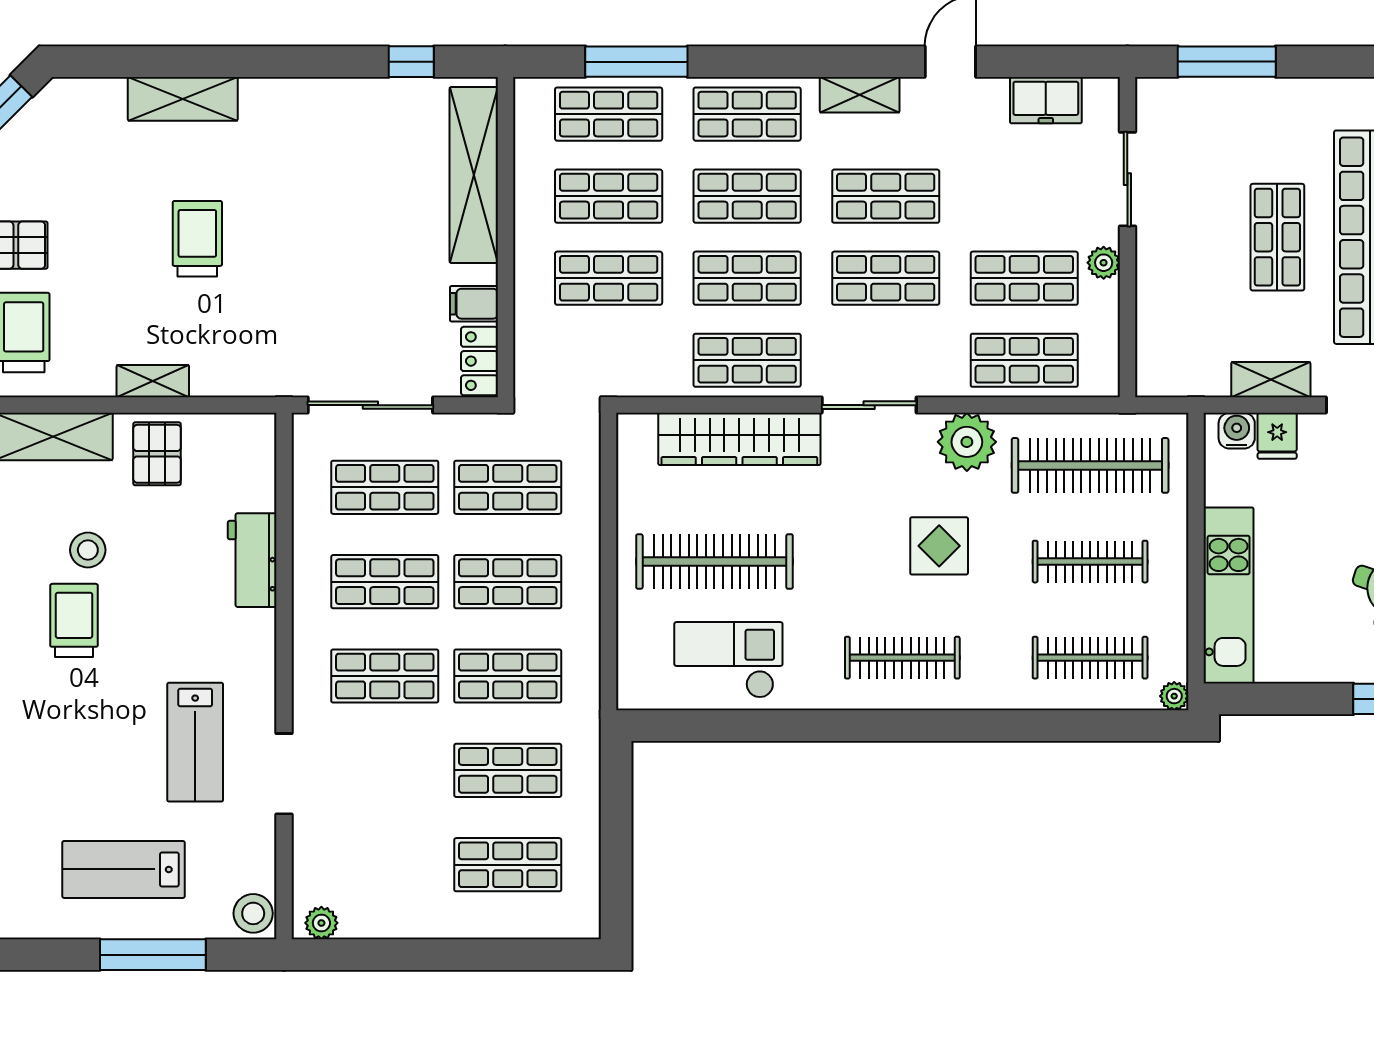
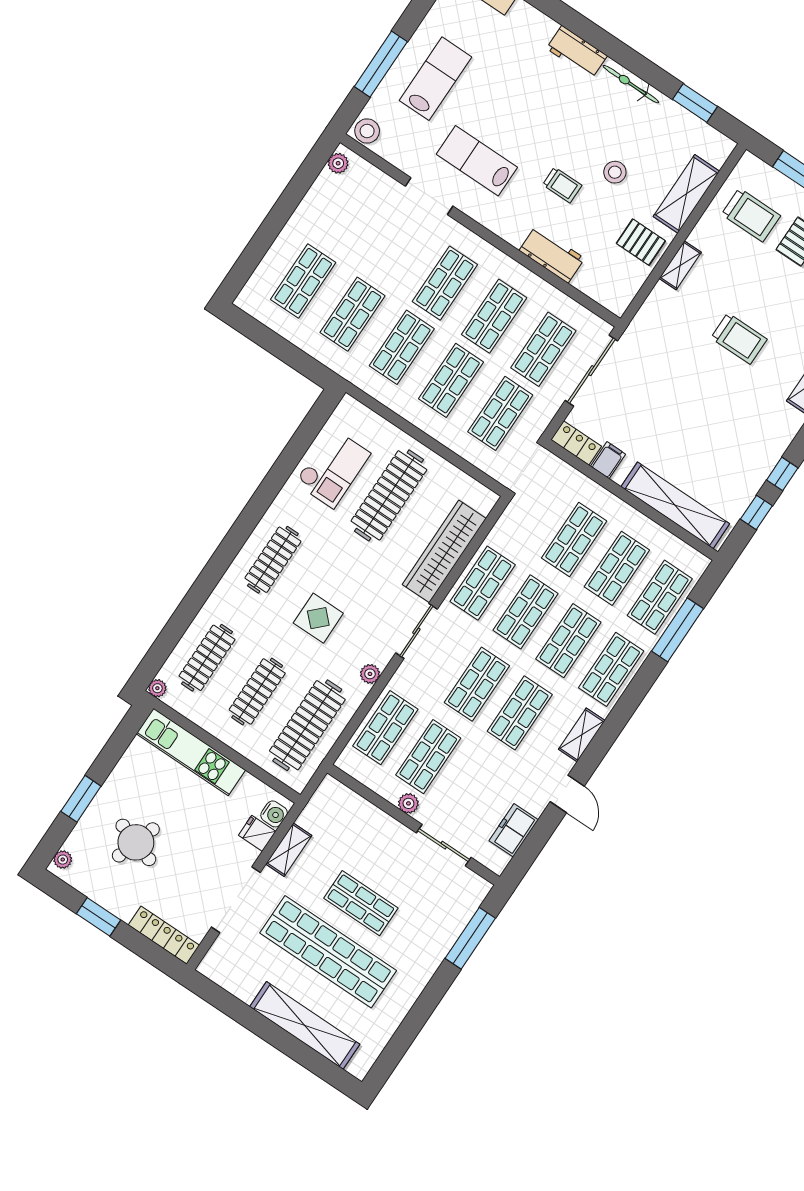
window: (338, 62) -> (782, 474), added
plant: (967, 442) -> (370, 674), width x0.53, depth x0.53
trolley: (74, 620) -> (562, 185), moved, width x0.73, depth x0.72

